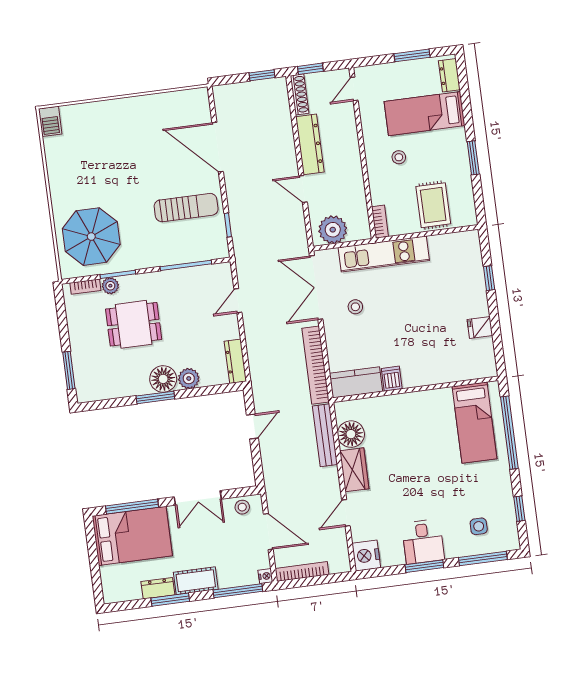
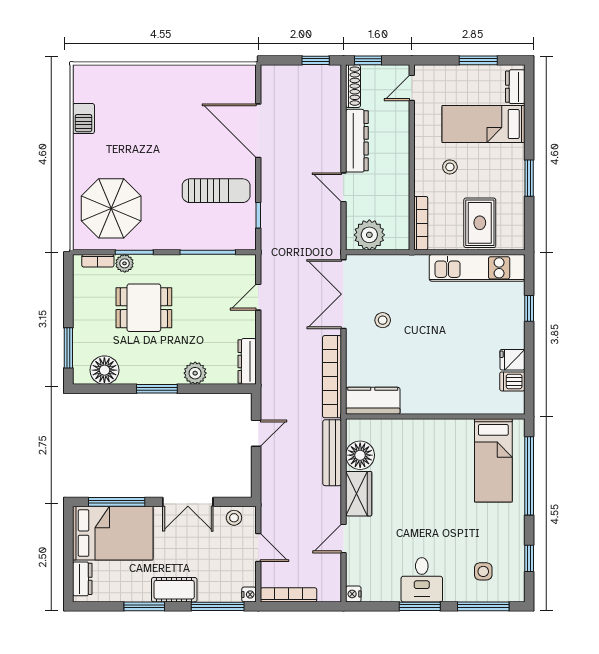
barbecue: (50, 121) -> (83, 119), moved
bookcase: (380, 222) -> (421, 223), width x1.56
kitchen unit: (384, 254) -> (477, 268), moved
floor lamp: (163, 379) -> (104, 370), moved
dishwasher: (392, 379) -> (512, 381), moved, turned -90
door: (268, 532) -> (258, 547), width x0.73
nightstand: (366, 556) -> (353, 594), width x0.53, depth x0.56
dresser: (158, 588) -> (82, 579), moved, turned 90

